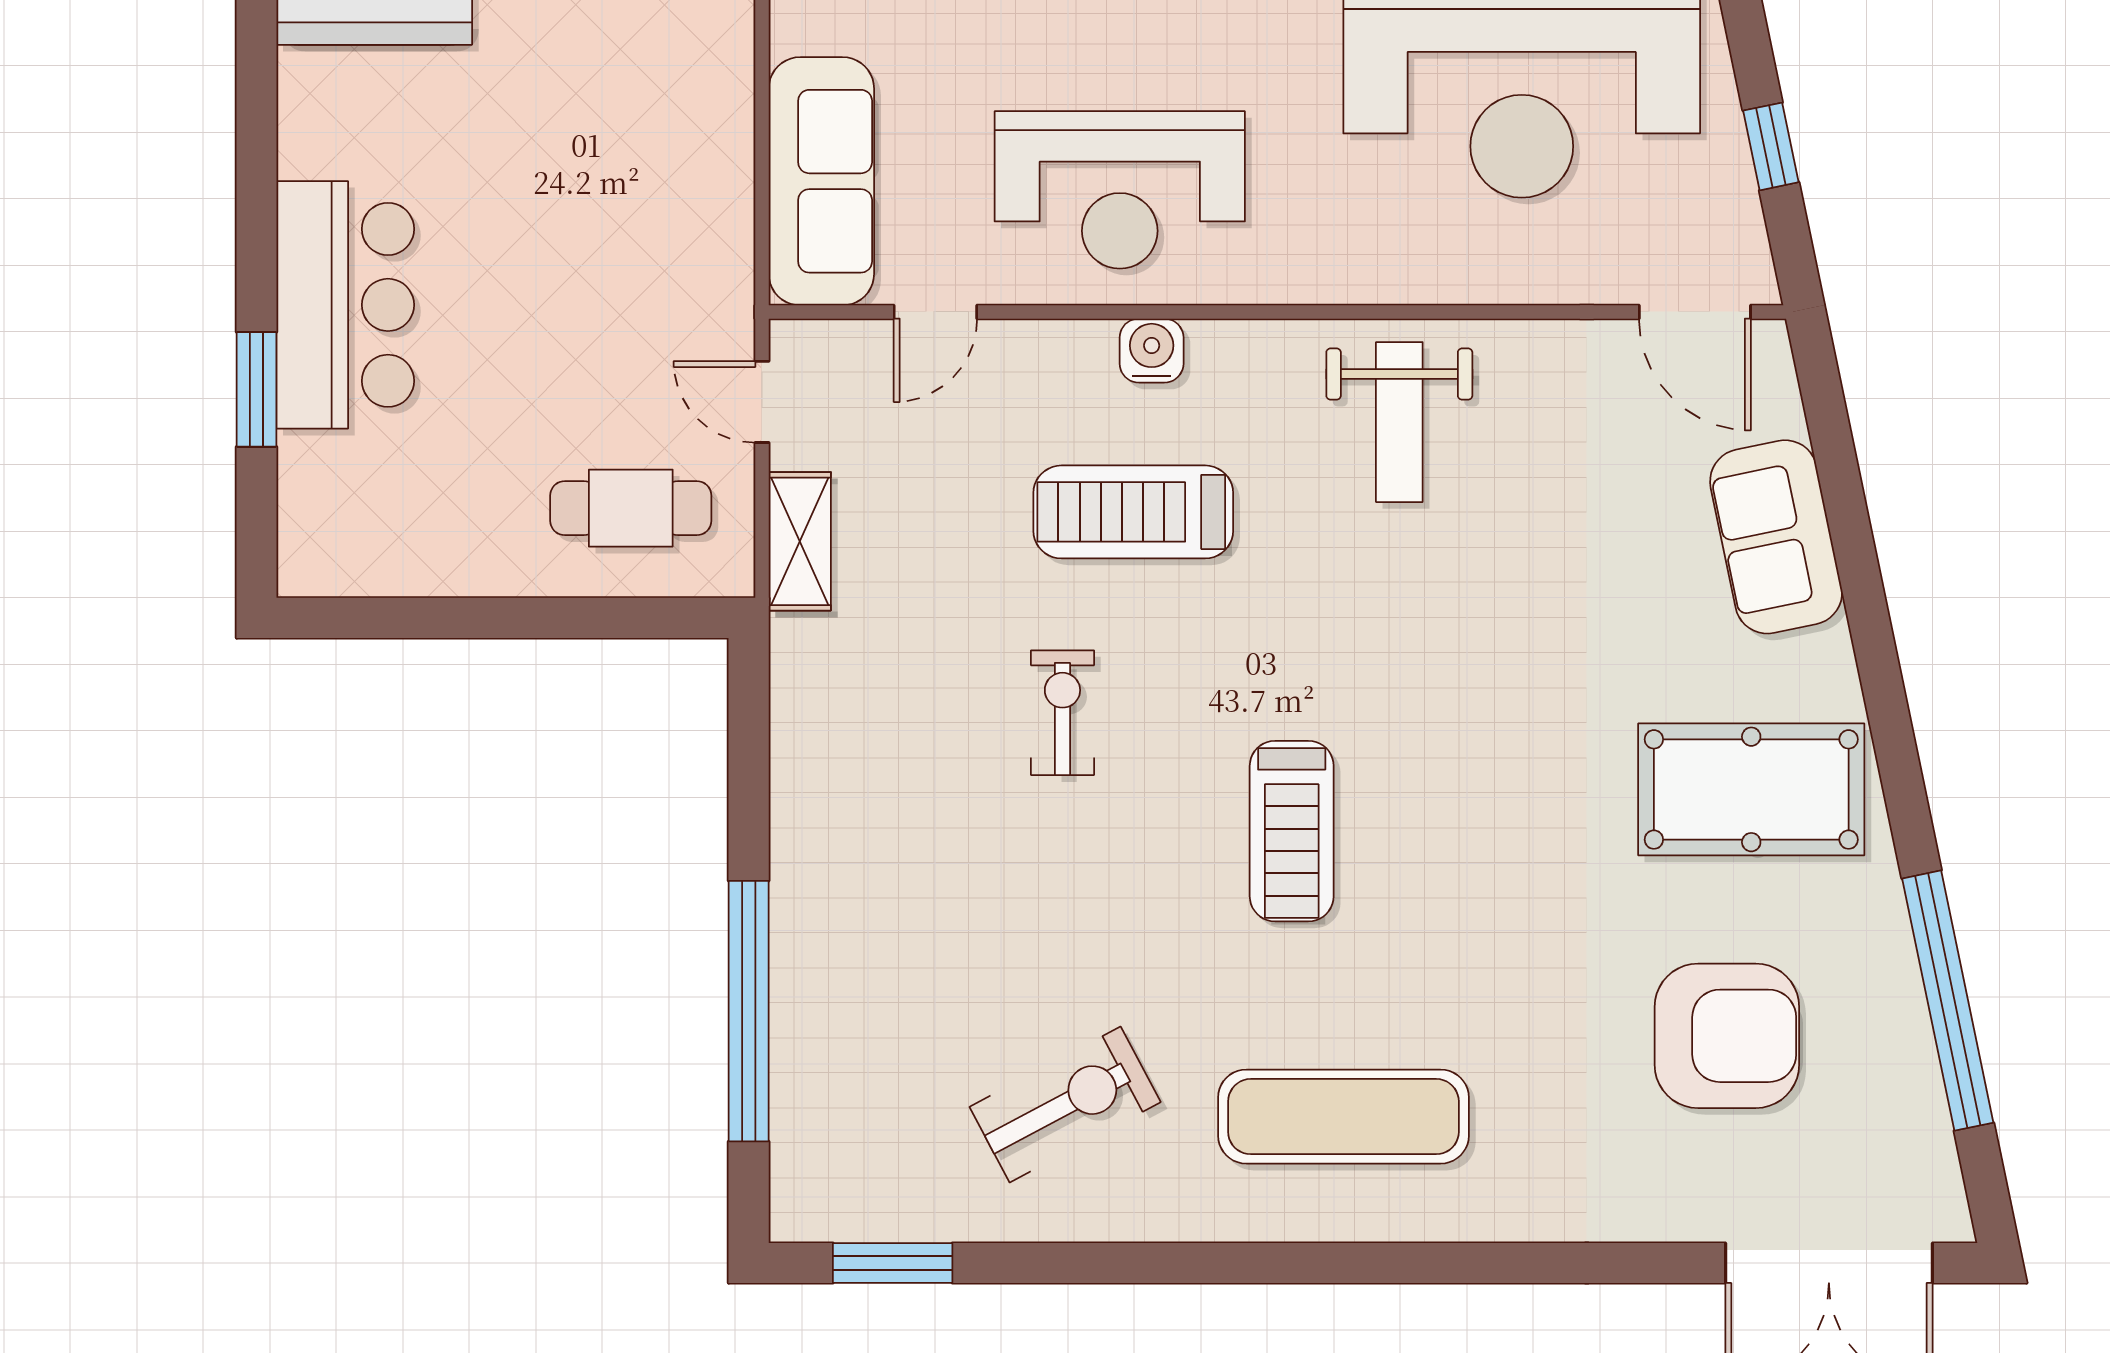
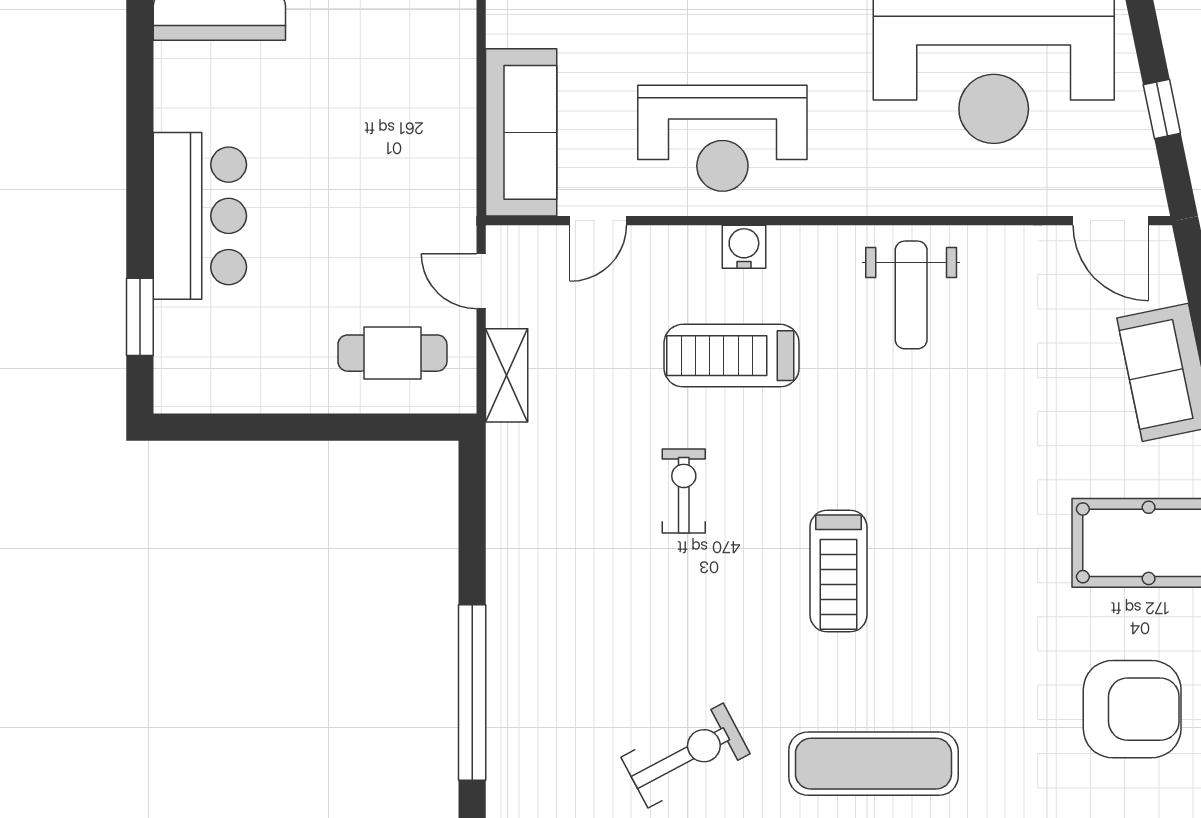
window: (257, 389) -> (140, 317), moved

